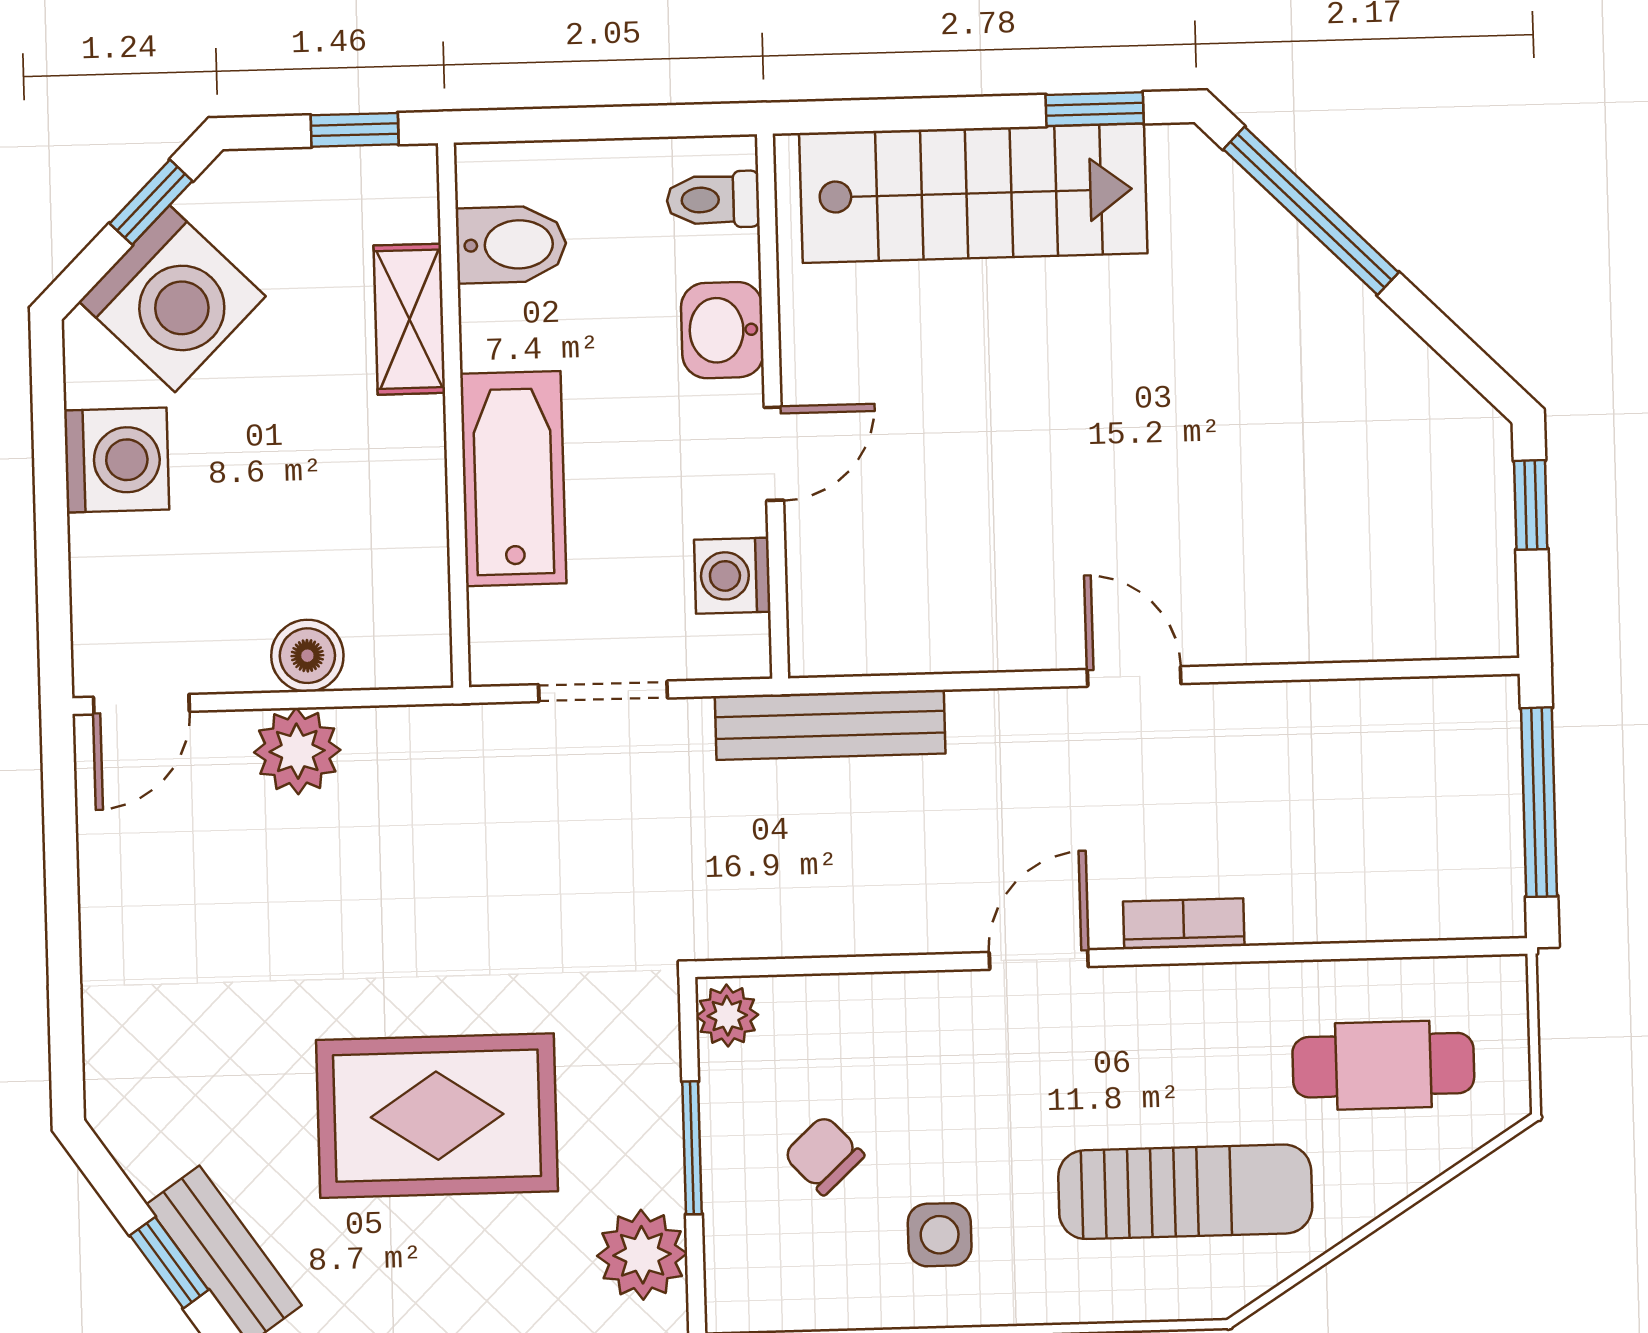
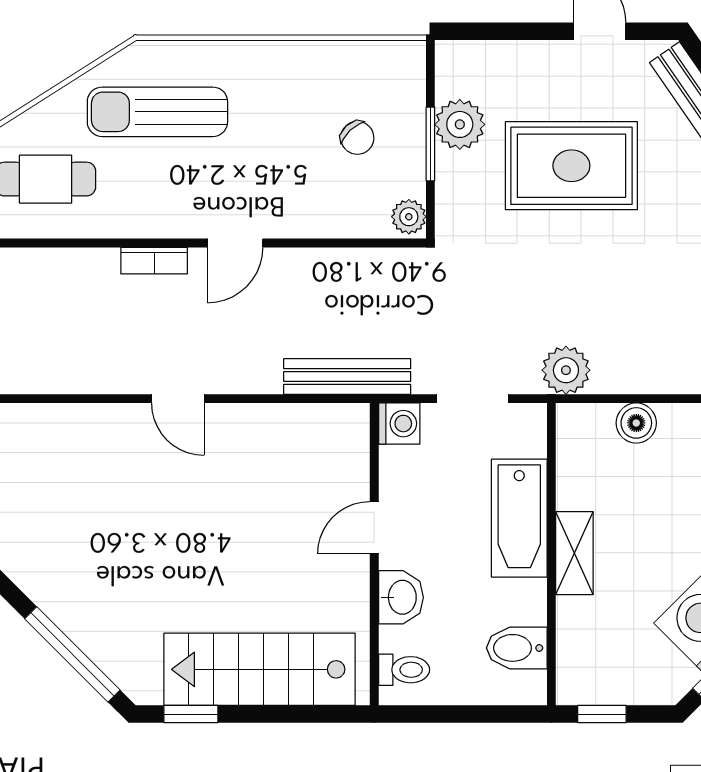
shelving: (409, 319) -> (574, 553), moved
washing machine: (732, 576) -> (399, 424), moved
plant: (297, 751) -> (566, 370), moved
side table: (940, 1235) -> (294, 92), removed
plant: (642, 1255) -> (460, 124), moved

